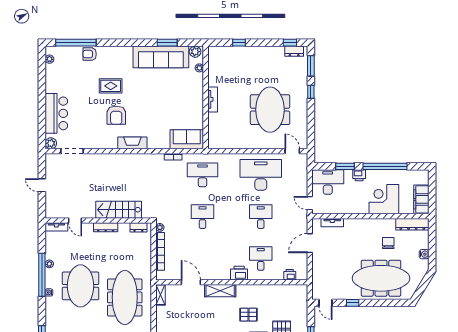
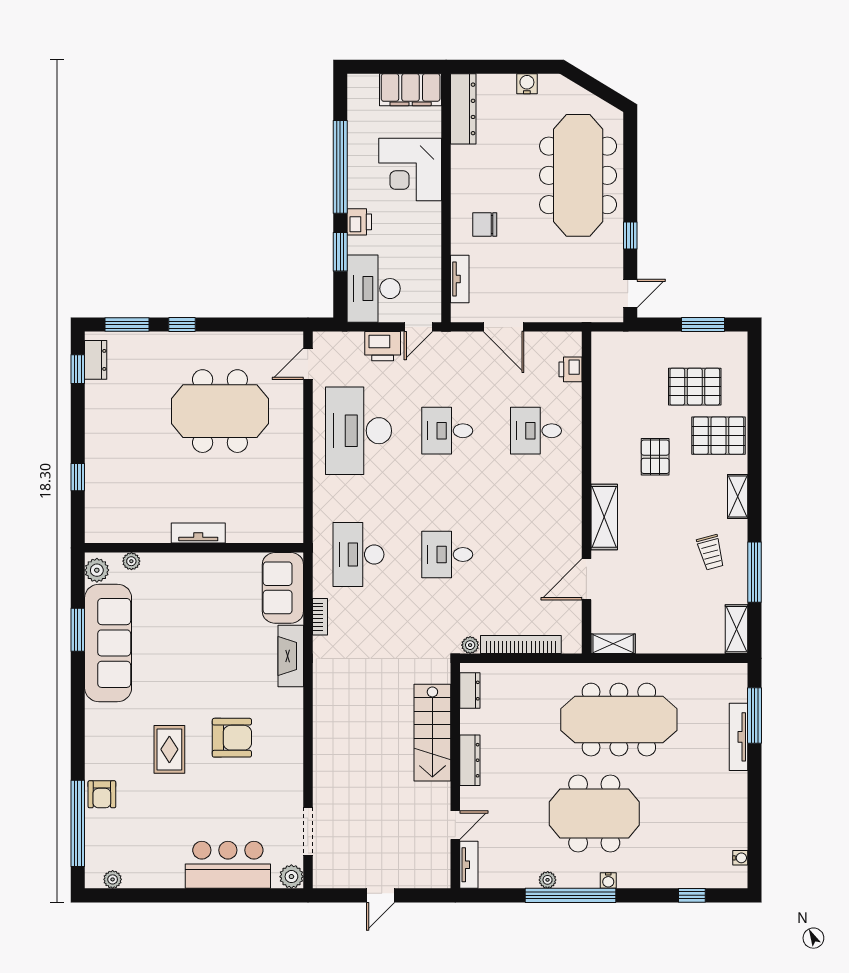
fireplace: (132, 143) -> (291, 656), moved
chair: (388, 243) -> (485, 225), moved
printer: (239, 273) -> (383, 346), moved, turned -90

